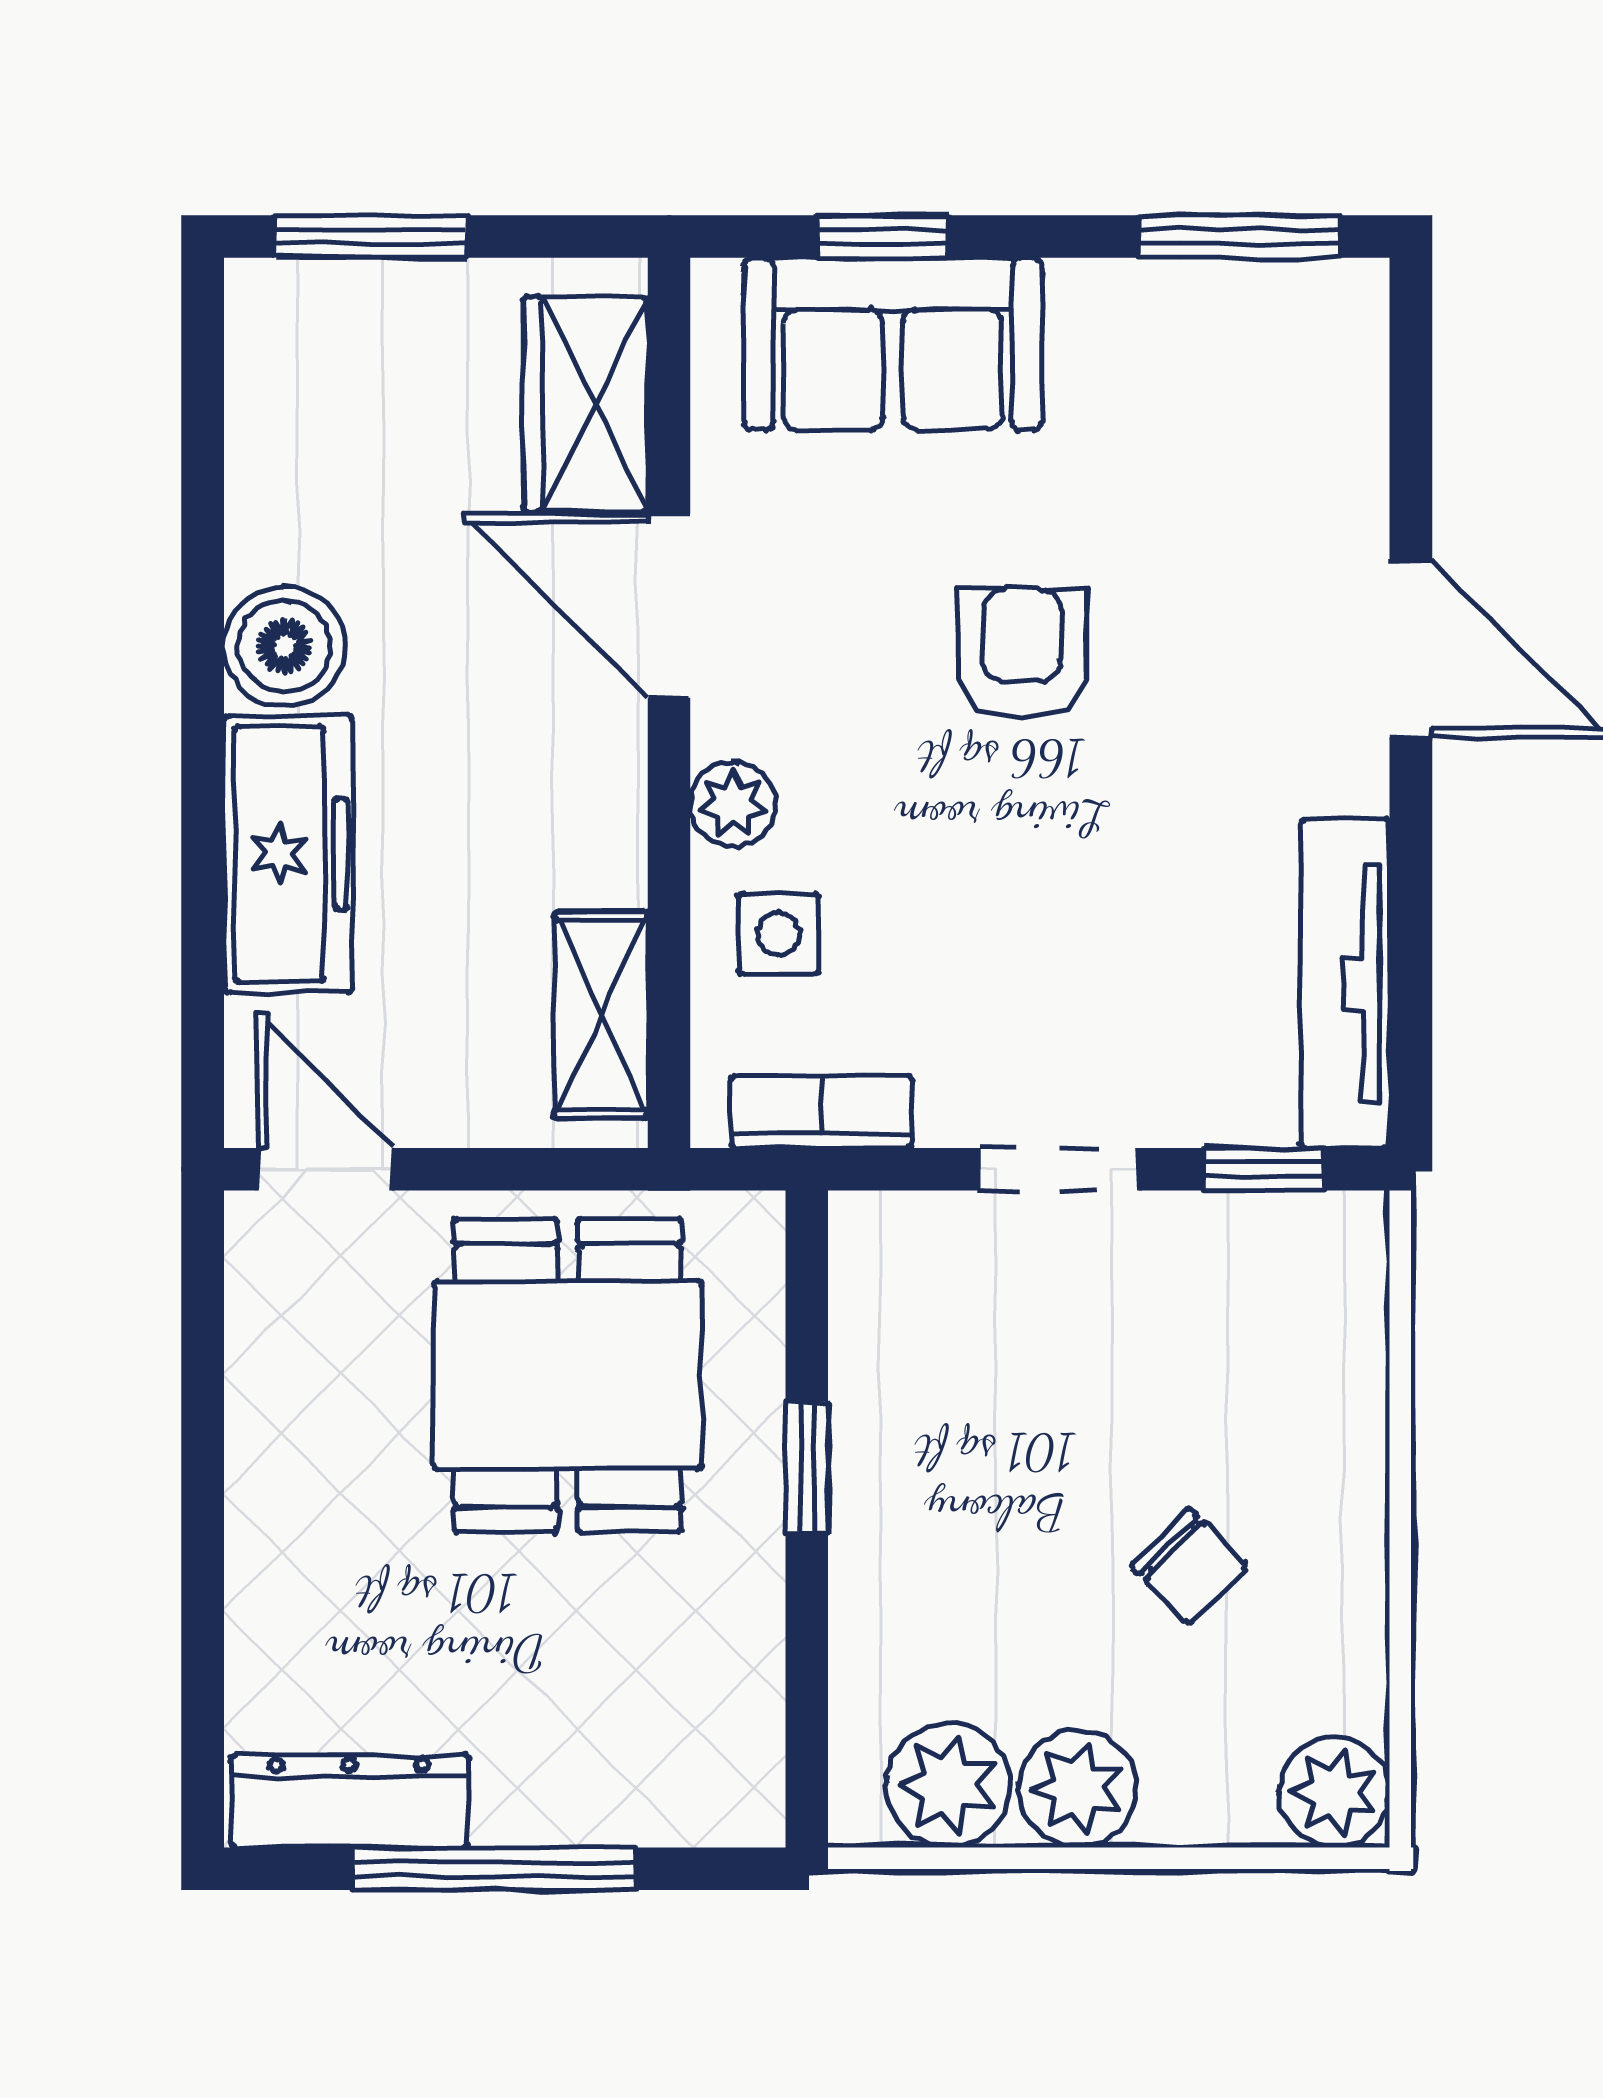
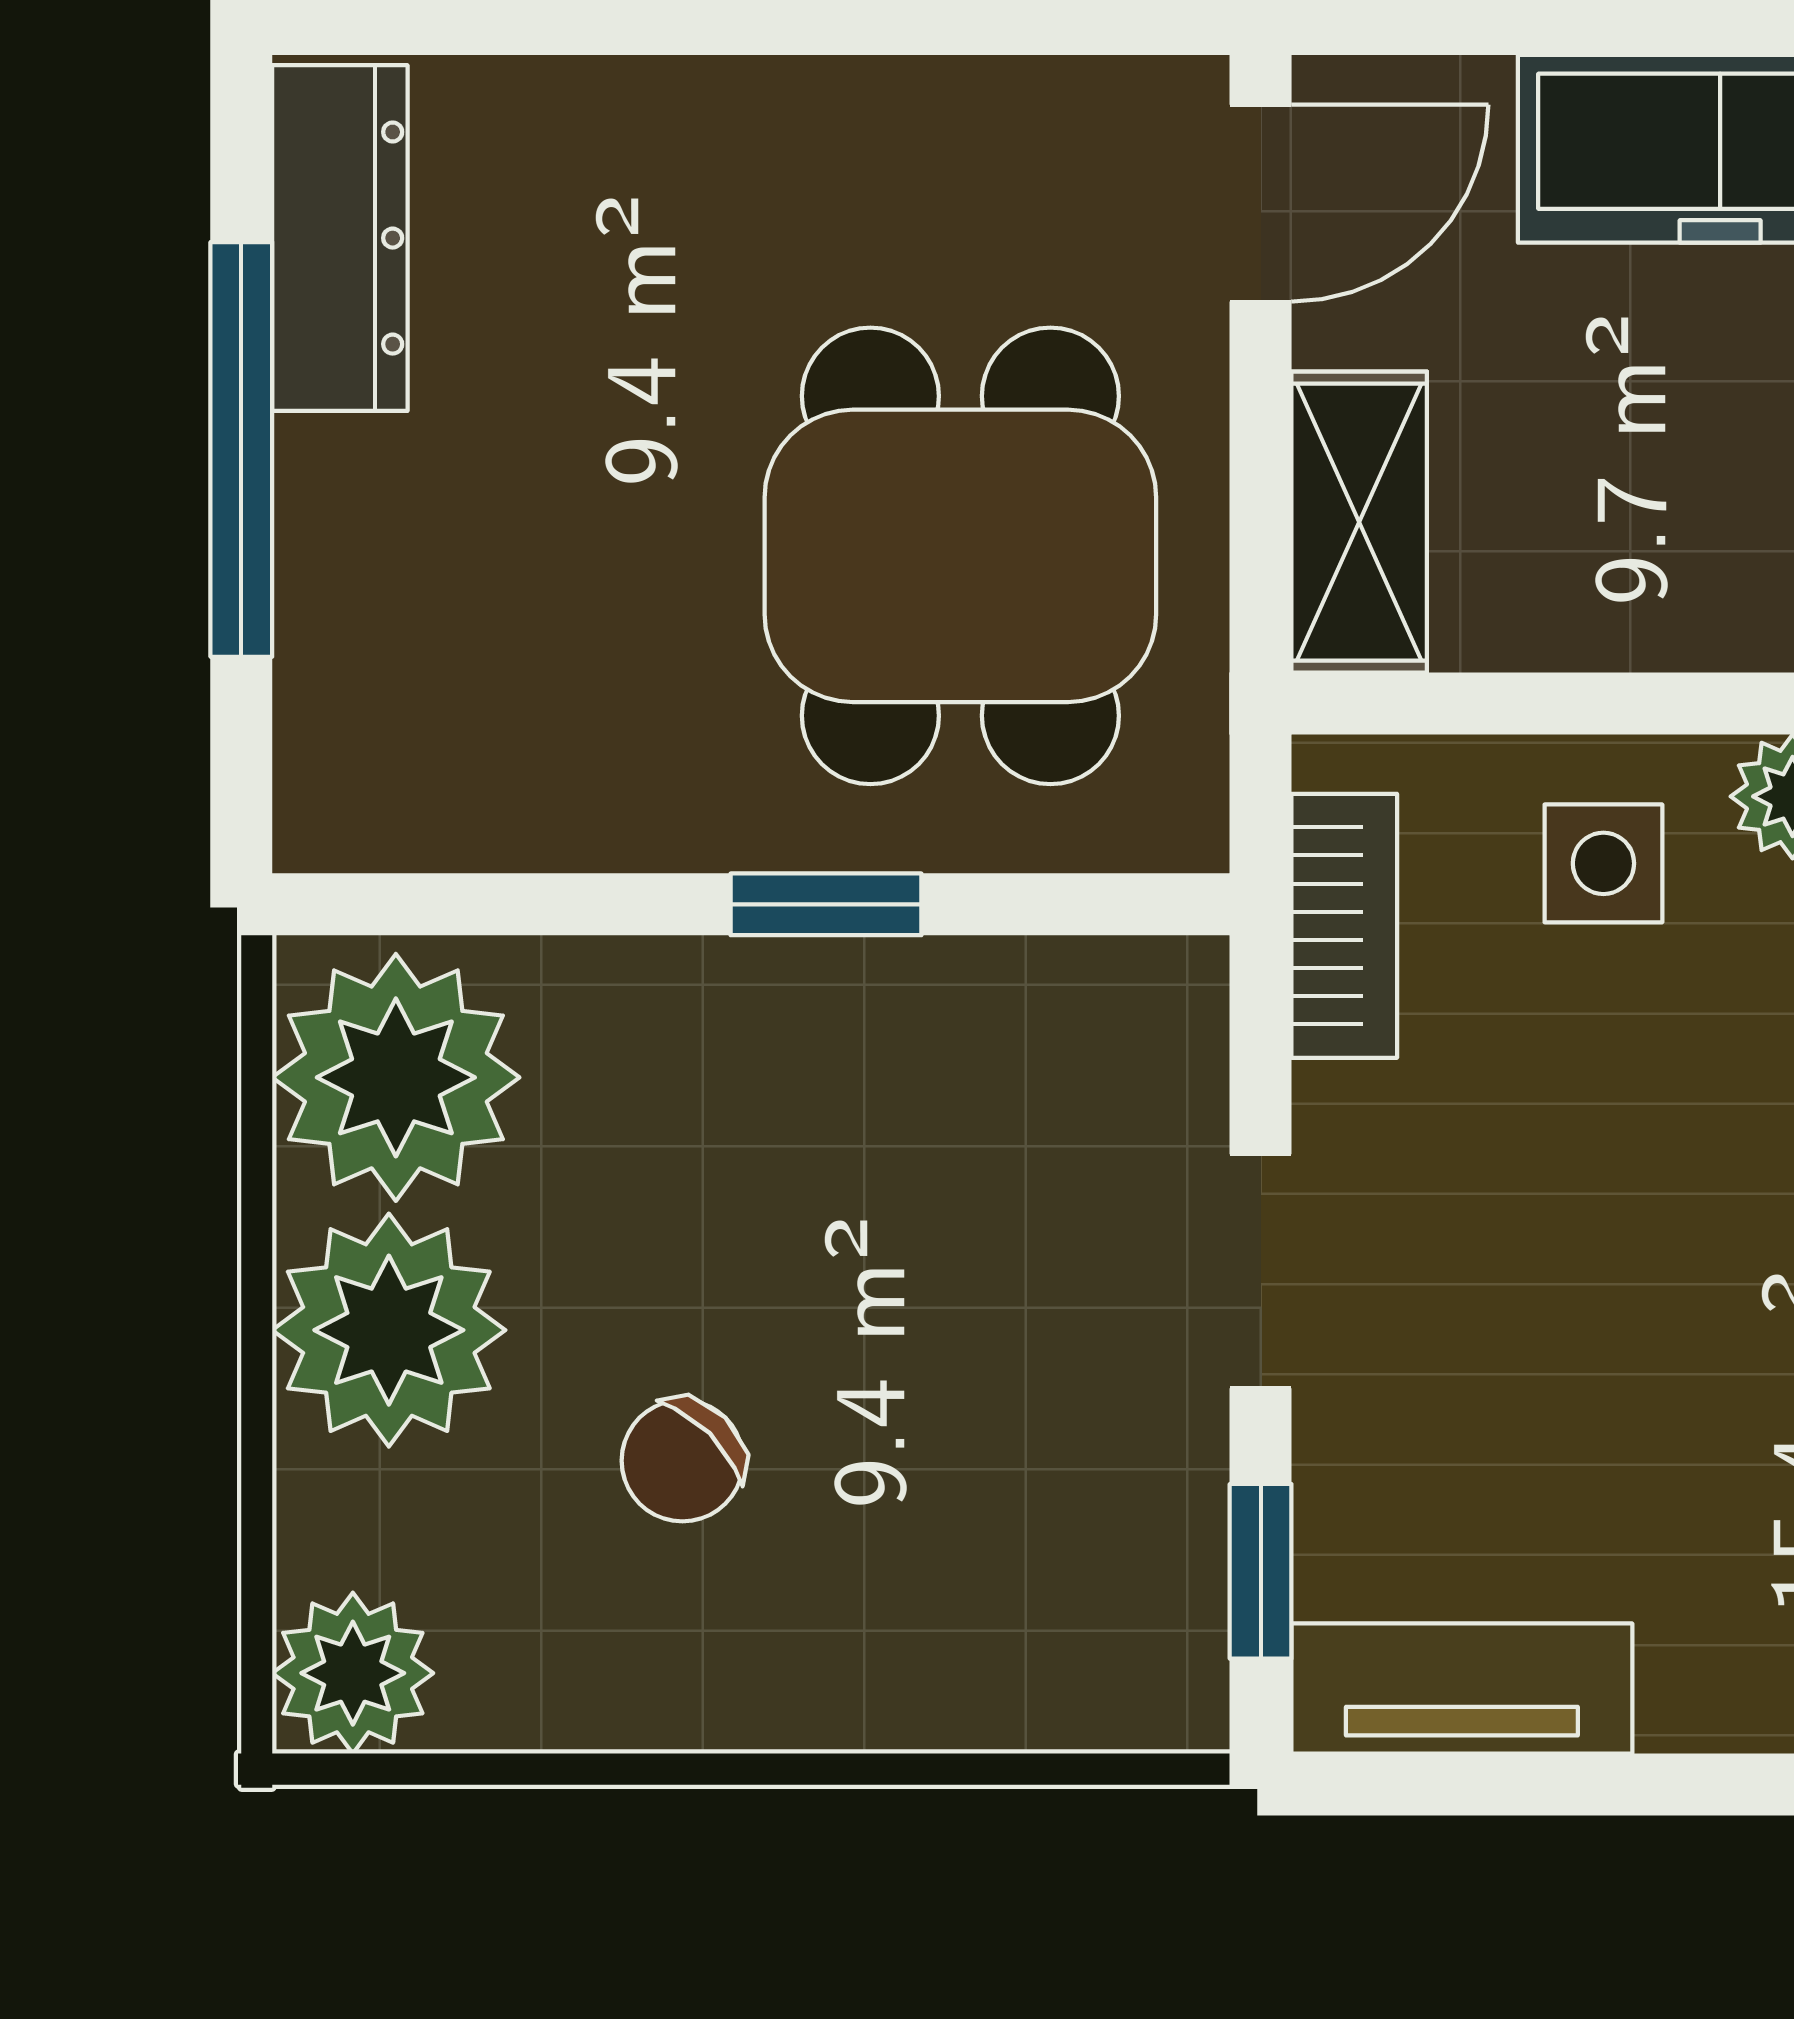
tv unit: (1345, 983) -> (1462, 1689), width x0.71
shelving: (601, 1015) -> (1359, 522), moved, turned 90
dining table: (568, 1375) -> (960, 556), turned 90
plant: (948, 1785) -> (396, 1077), width x1.36, depth x1.36
plant: (1078, 1789) -> (389, 1330), width x1.36, depth x1.36

